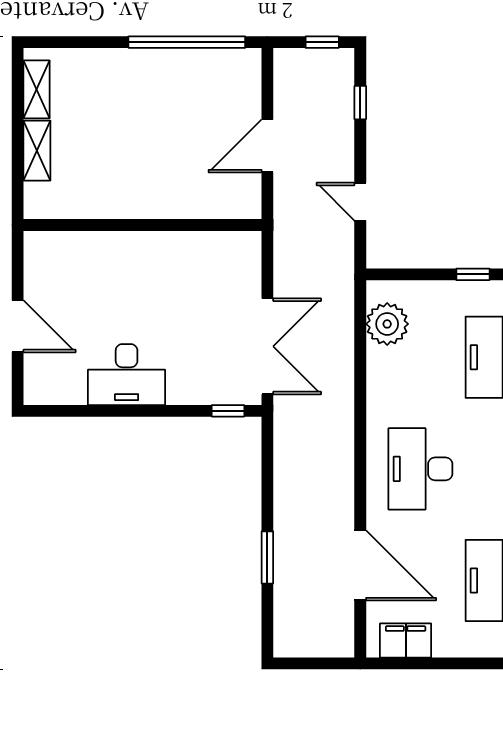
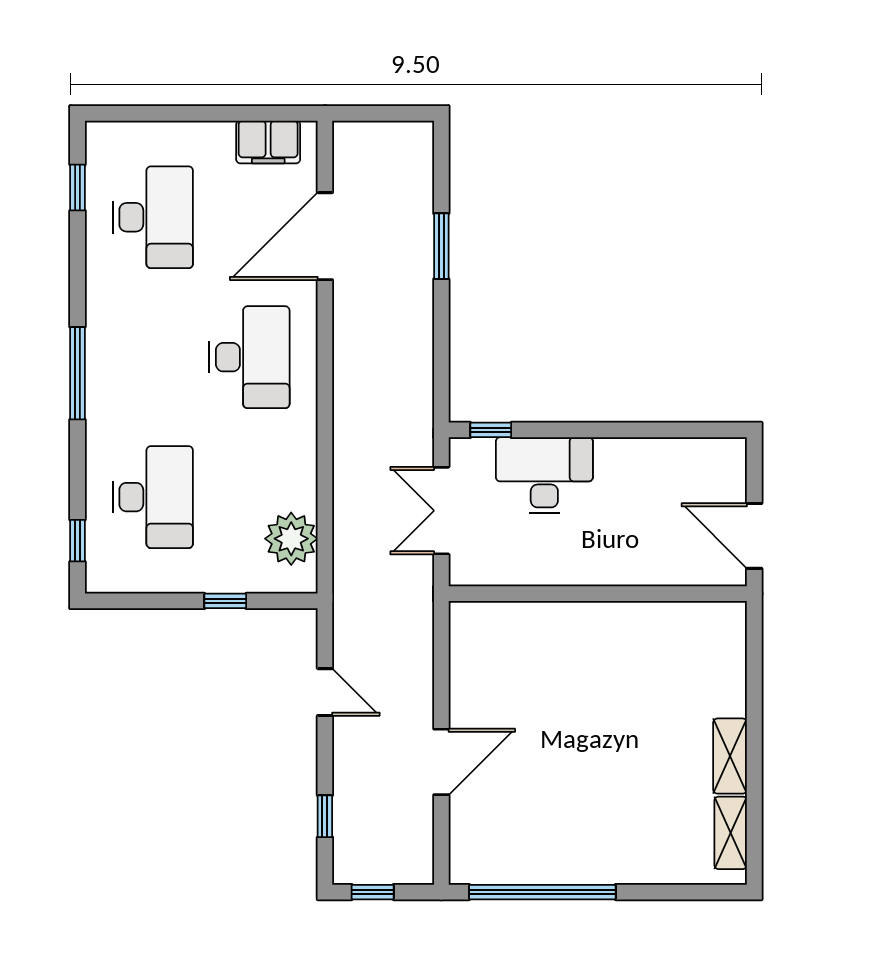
wall: (143, 225) -> (598, 594), moved
window: (473, 274) -> (225, 601), moved
double door: (267, 346) -> (441, 511), width x0.73
desk: (127, 375) -> (544, 475), moved
door: (360, 565) -> (325, 236), hinge flipped

